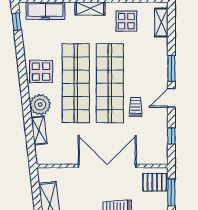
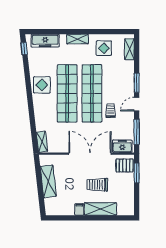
plant: (40, 105) -> (41, 109), removed
shelving: (39, 130) -> (42, 142), moved
window: (171, 136) -> (137, 132), width x2.17
freezer: (152, 156) -> (122, 146), added

